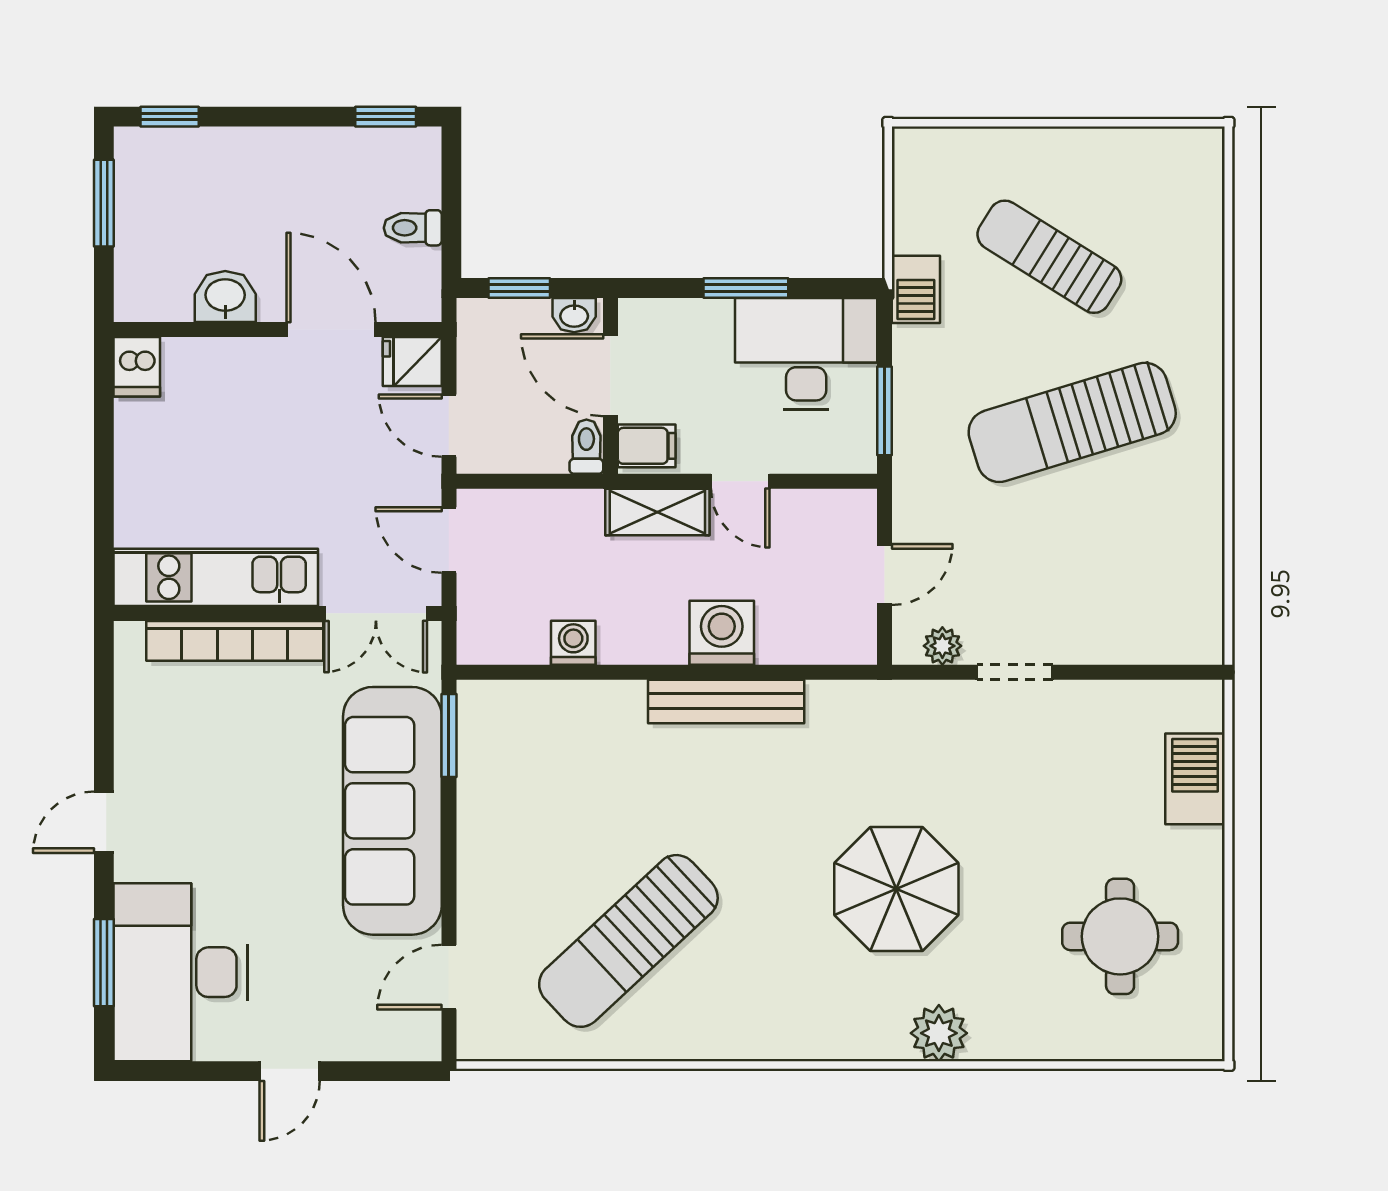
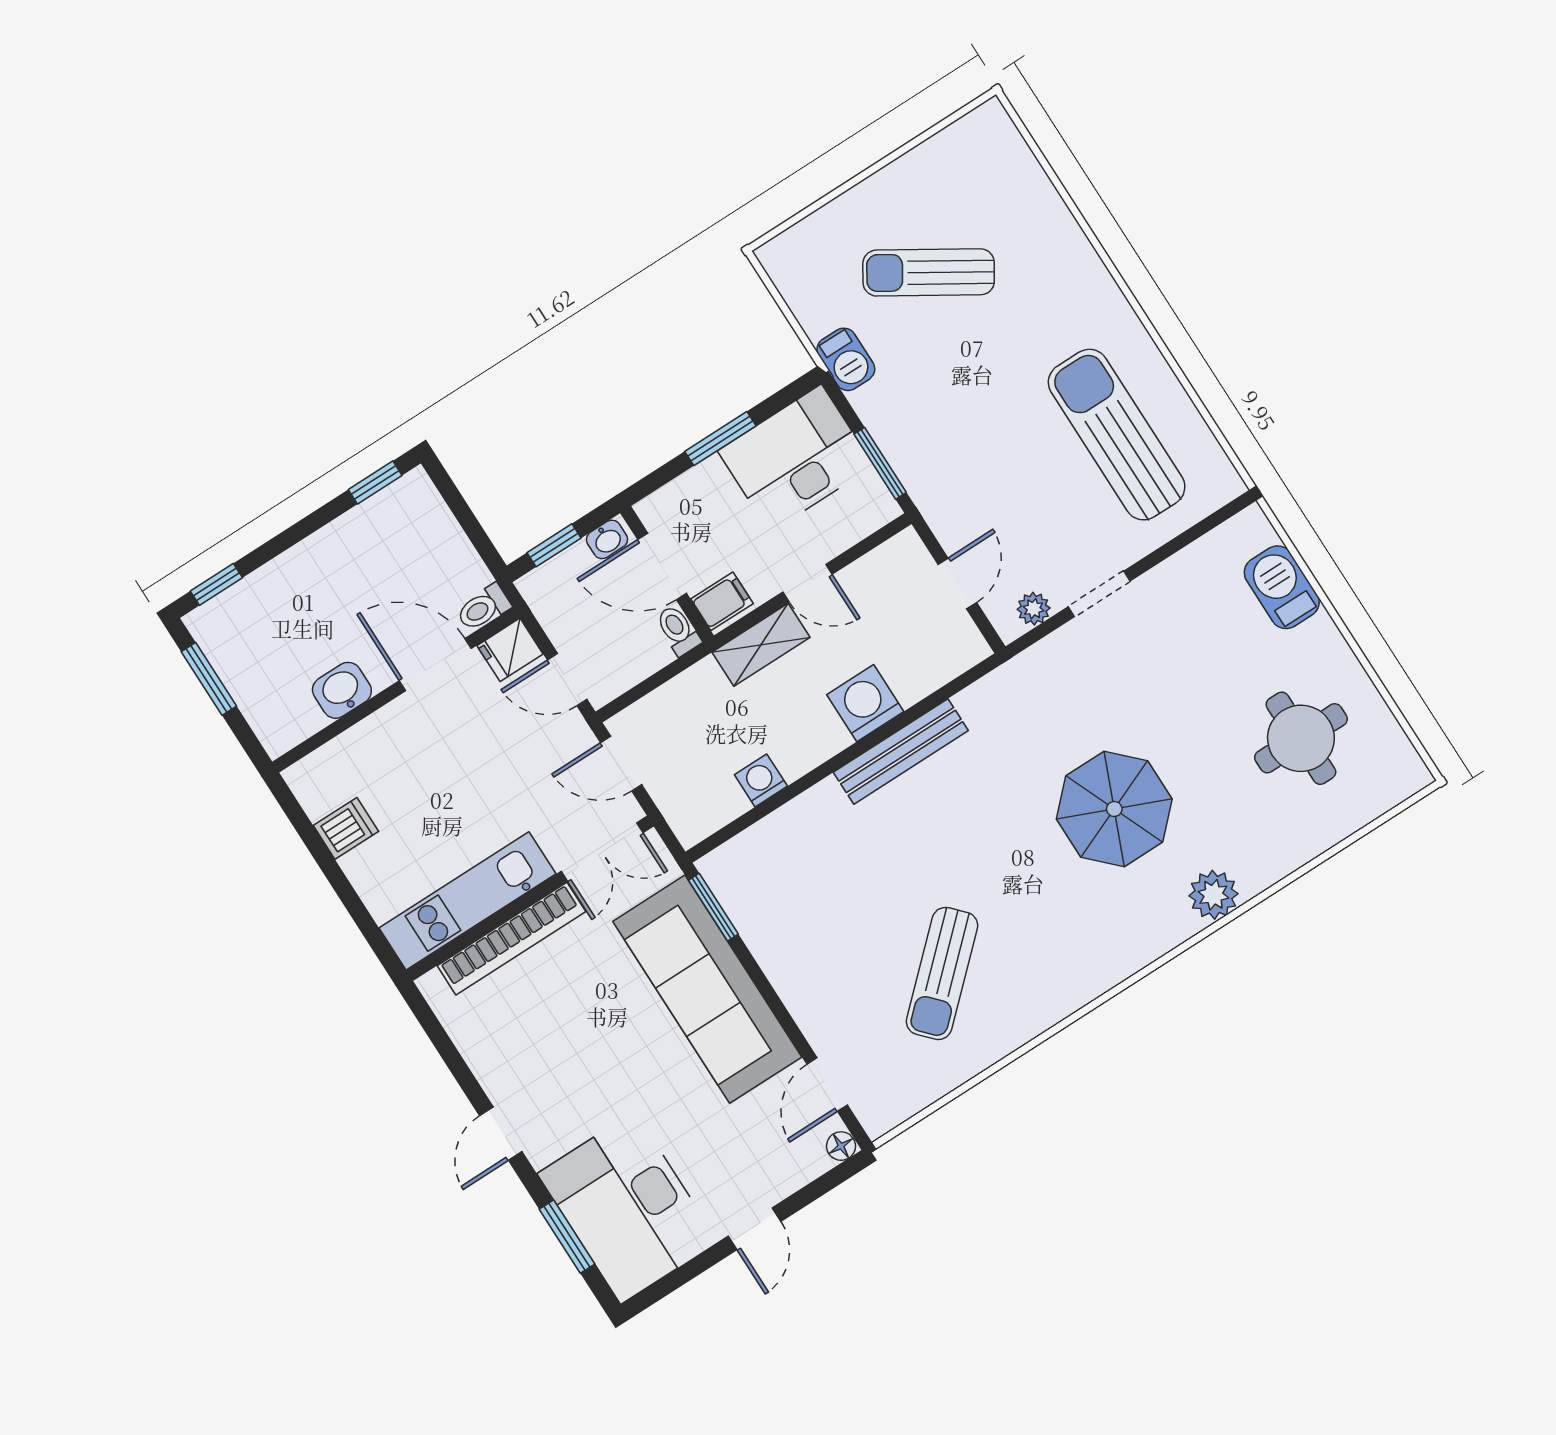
toilet: (413, 228) -> (483, 608), moved
dishwasher: (137, 367) -> (346, 828), moved, turned -90
sun lounger: (1072, 422) -> (1117, 435), moved, turned 107
sun lounger: (628, 941) -> (942, 973), width x0.73, depth x0.75
floor lamp: (424, 1045) -> (841, 1146), added

